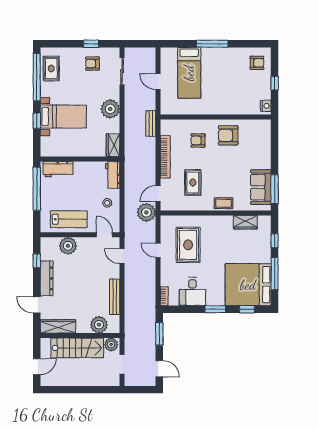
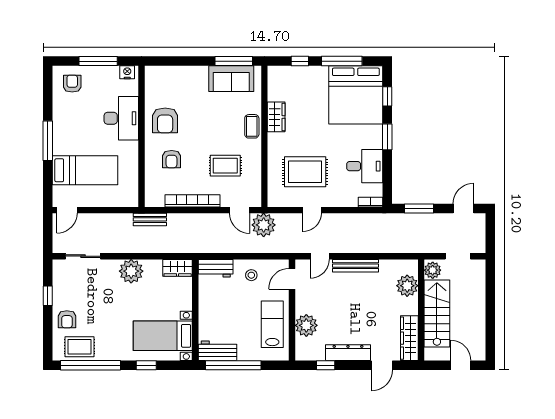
armchair: (93, 64) -> (67, 319), moved
door: (158, 82) -> (67, 210), moved
window: (275, 83) -> (98, 61), width x2.17
desk: (230, 101) -> (121, 118), added
bed with nightstands: (63, 117) -> (163, 336), moved, turned -90
workbench: (58, 169) -> (218, 351), moved, turned -90
wardrobe: (245, 222) -> (276, 117), moved
bench: (115, 297) -> (355, 266), moved

